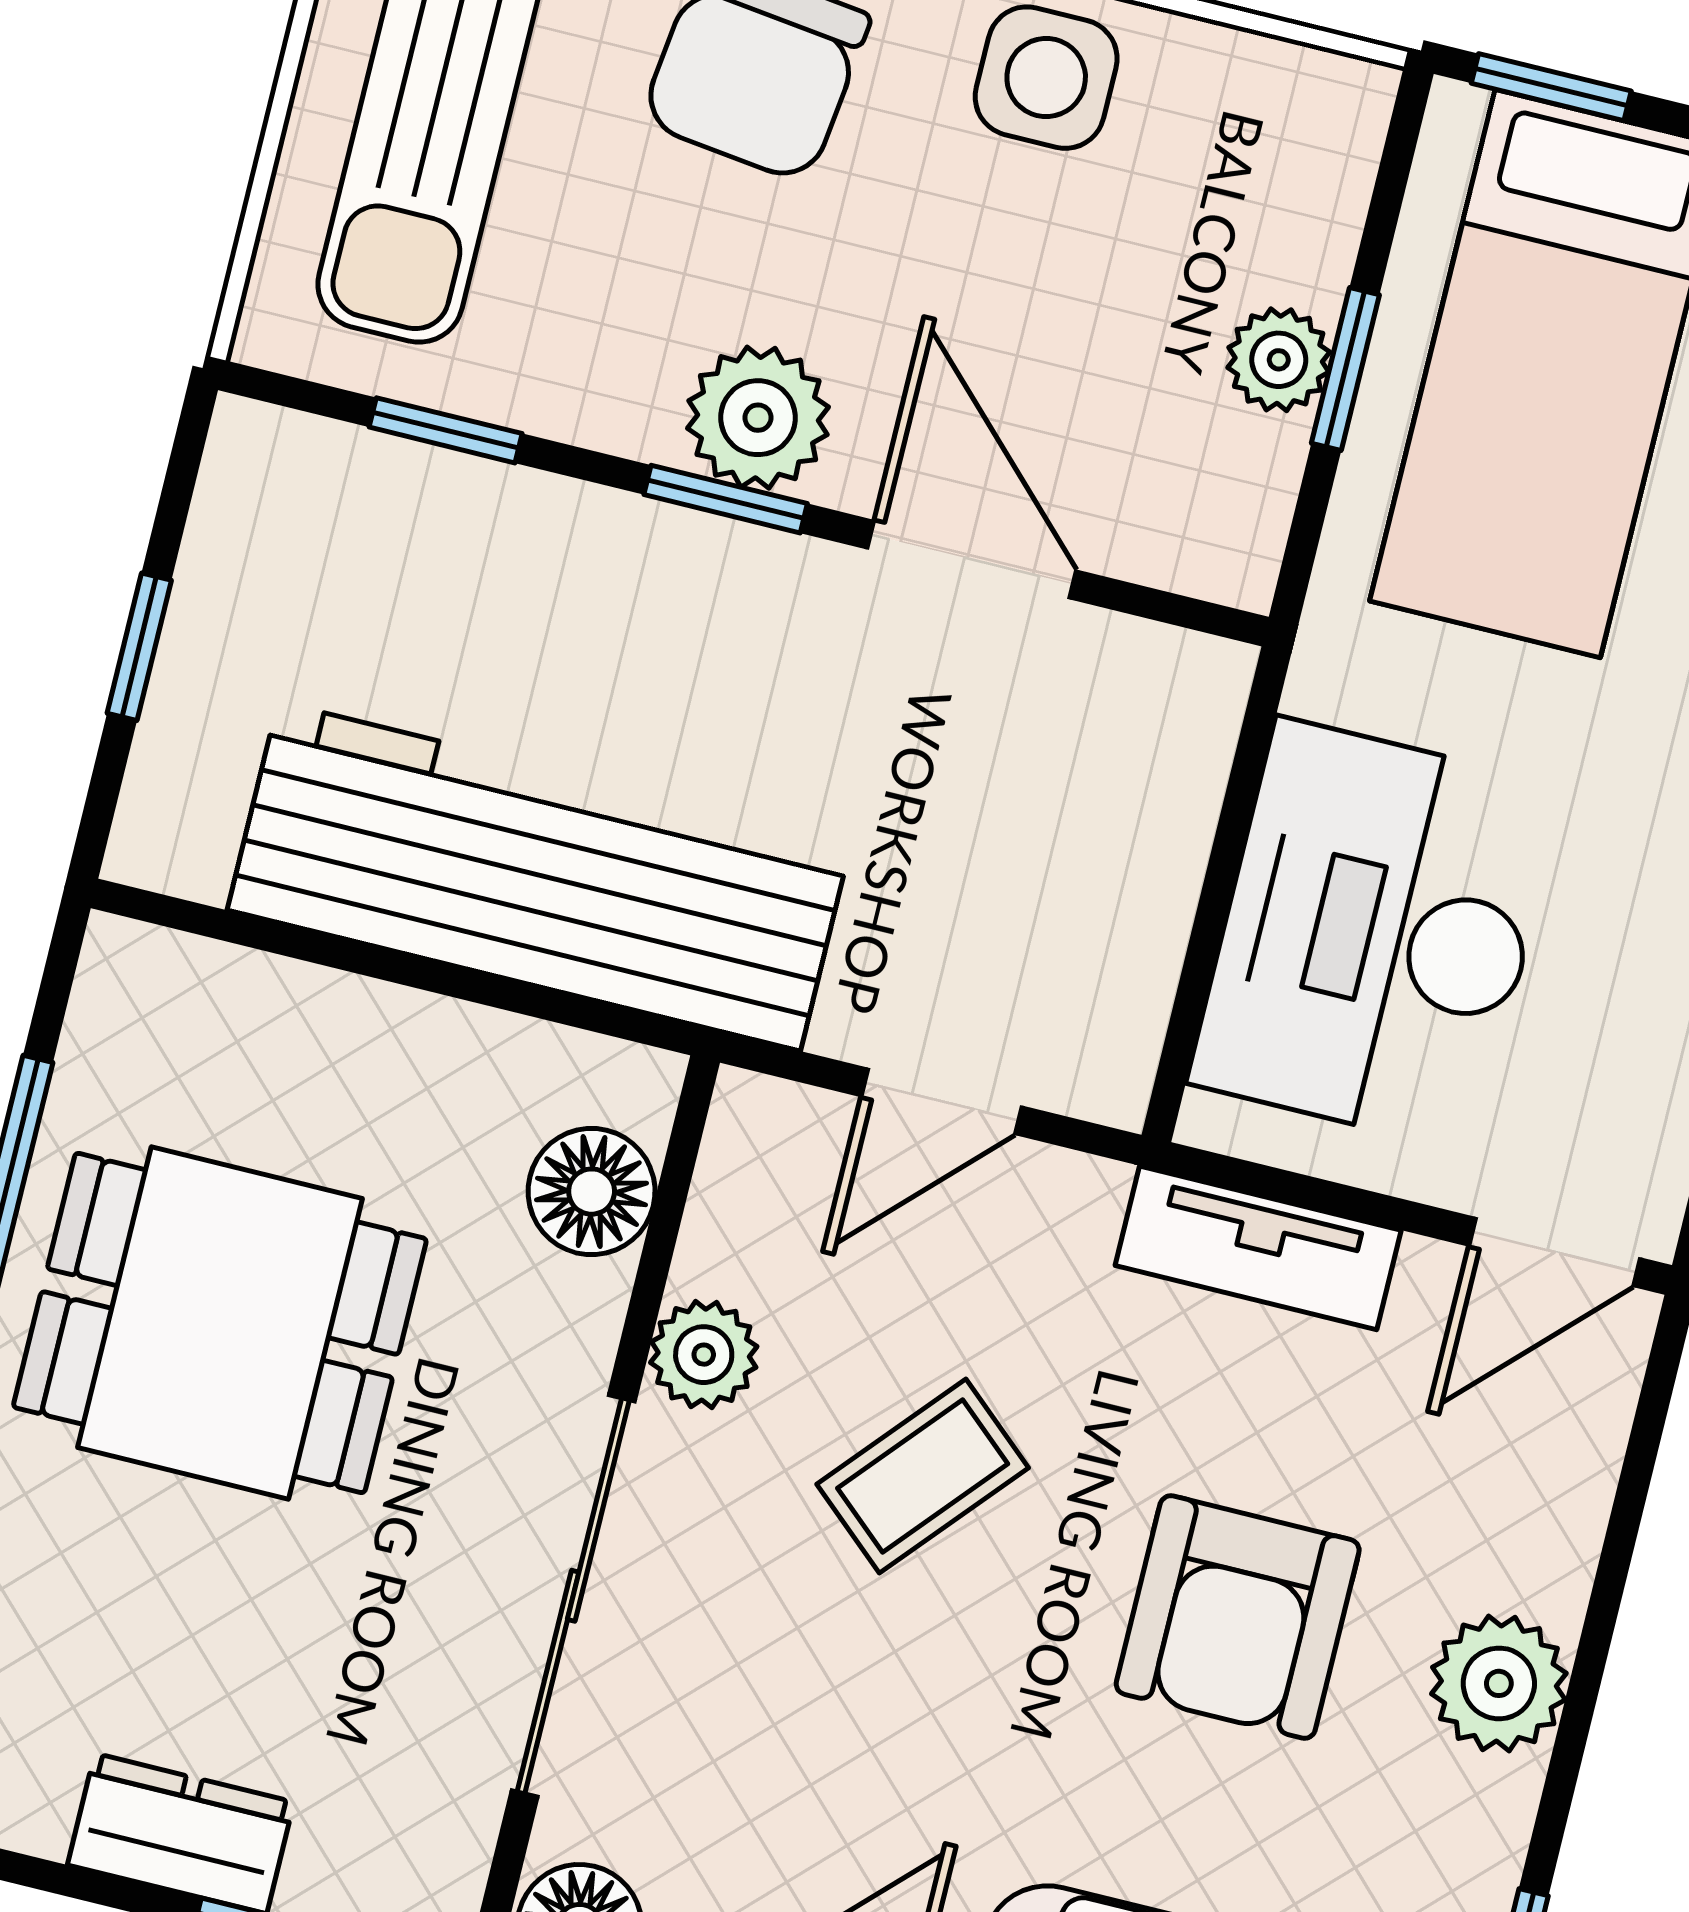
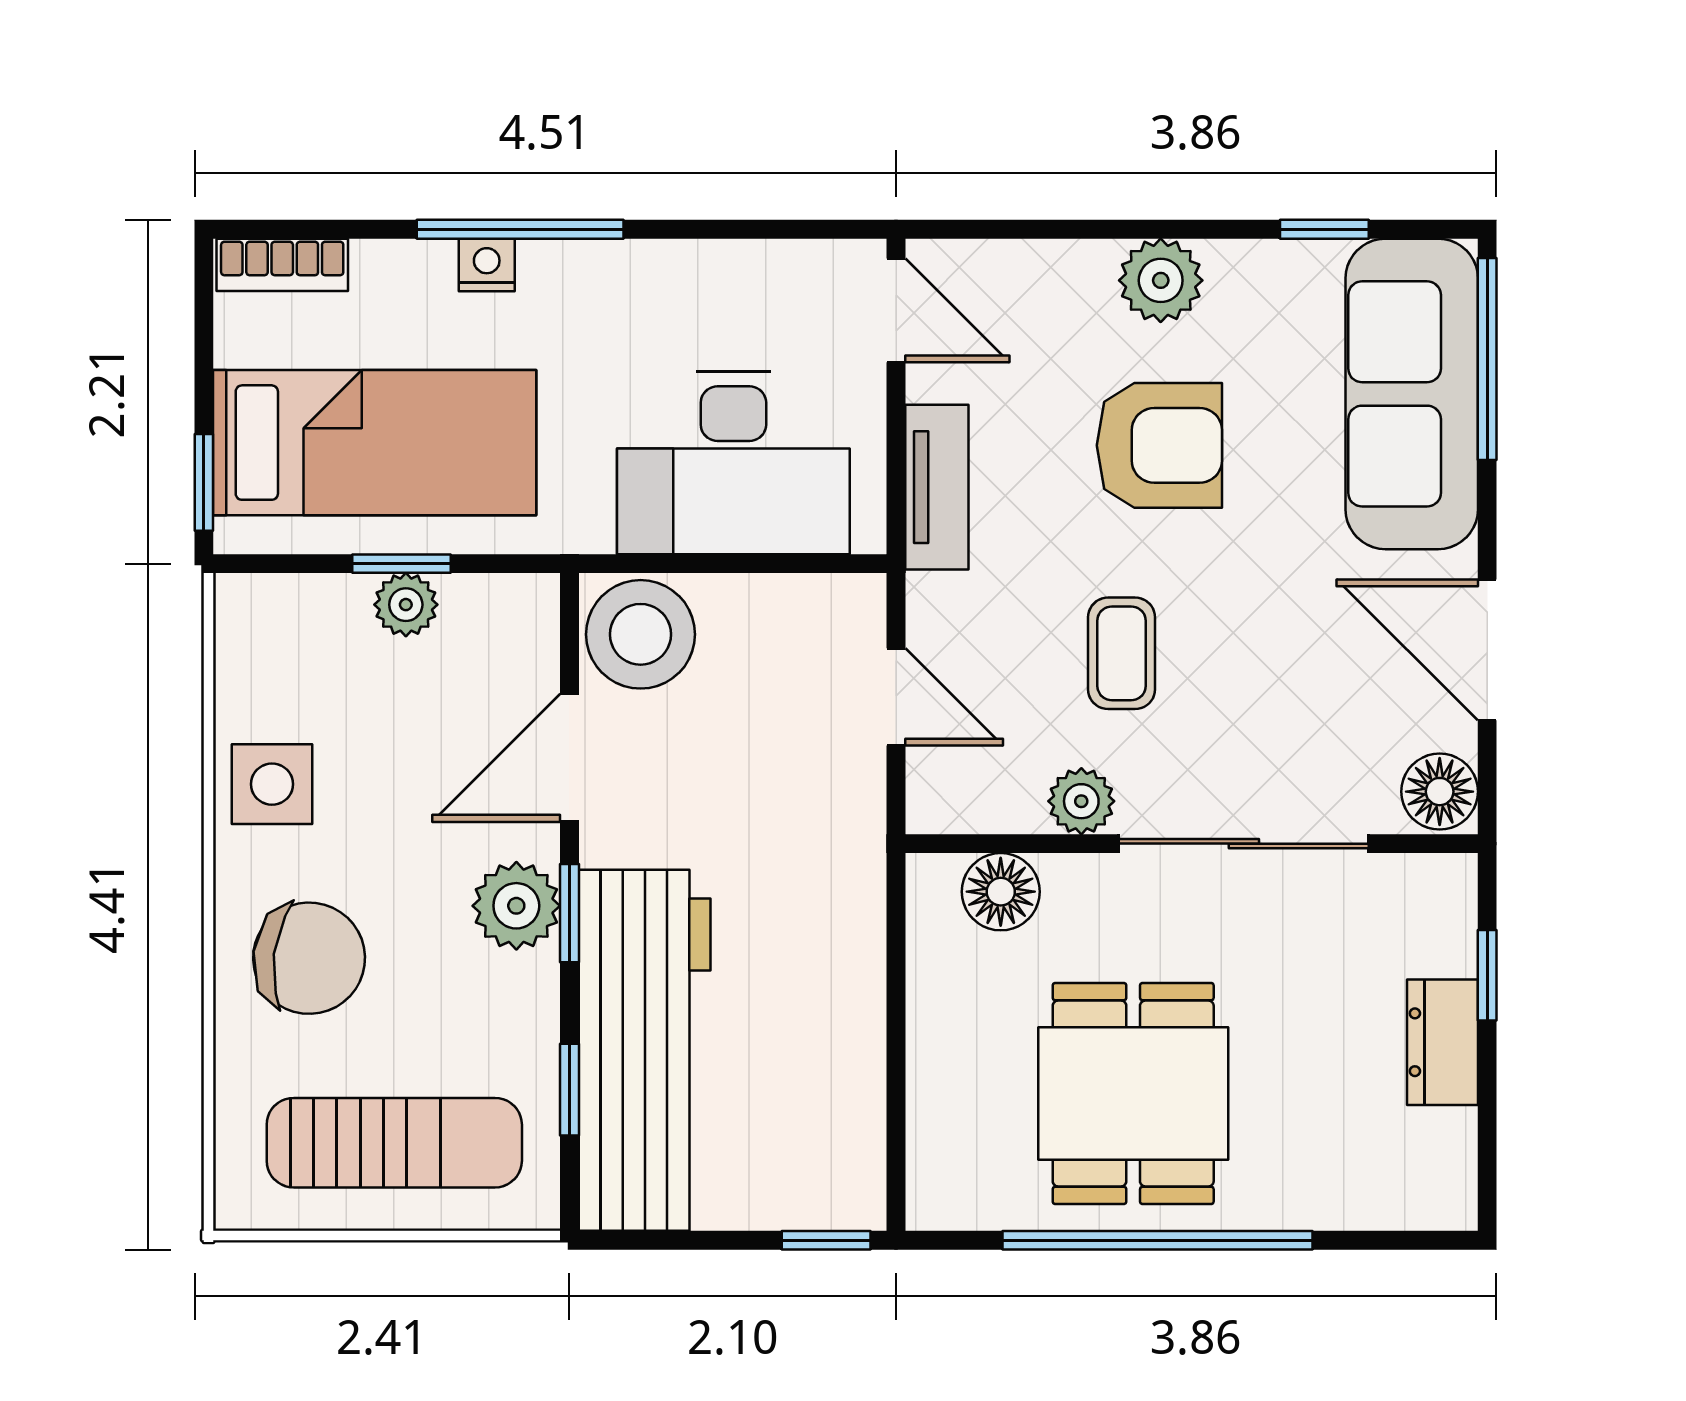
window: (139, 647) -> (826, 1240), moved
stool: (1140, 720) -> (641, 634), added
workbench: (539, 876) -> (645, 1050), moved, turned 180
coffee table: (923, 1476) -> (1122, 653), turned 49

